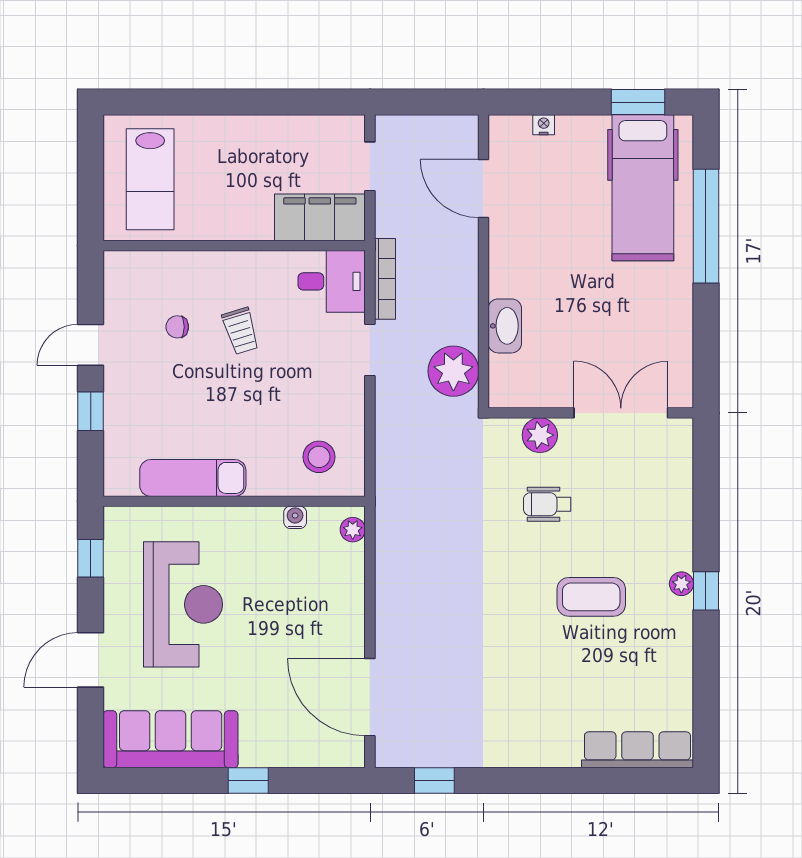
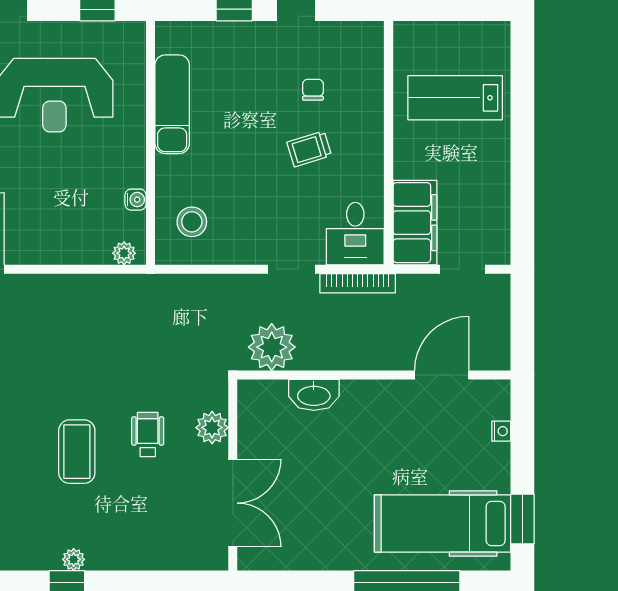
lab bench: (150, 179) -> (455, 98), moved
coffee table: (591, 597) -> (77, 452), moved

